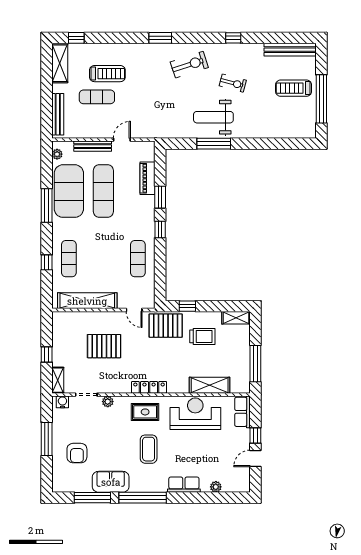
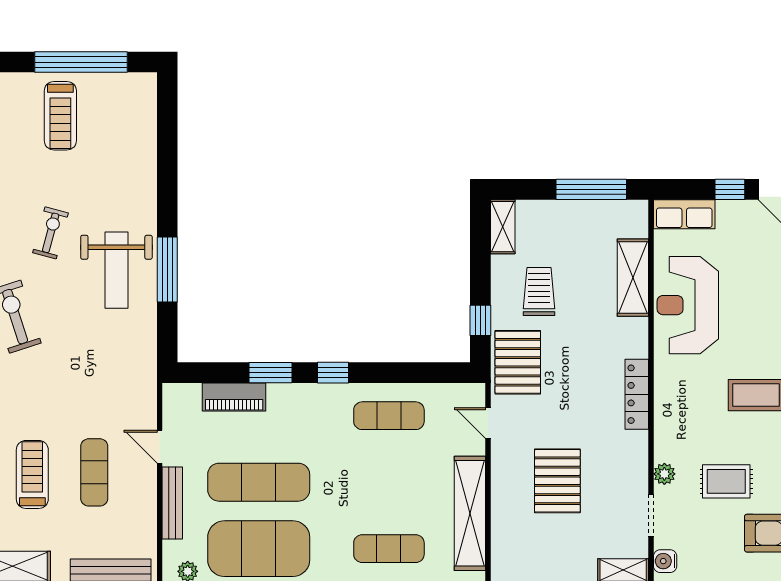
exercise mat: (97, 97) -> (94, 472), moved
door: (134, 310) -> (488, 423), swing flipped
rug: (145, 412) -> (726, 481), moved, turned 90

